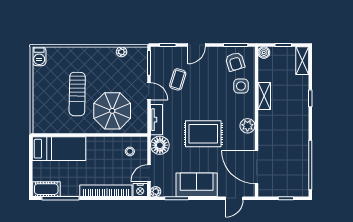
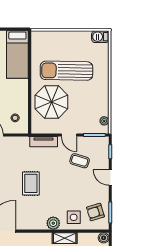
plant: (121, 52) -> (104, 121), moved
door: (149, 91) -> (69, 135), hinge flipped
sun lounger: (77, 94) -> (66, 71), width x1.36, depth x1.34
plant: (247, 126) -> (53, 223), moved
rug: (203, 134) -> (31, 183), width x0.73, depth x0.70
floor lamp: (160, 145) -> (21, 145), removed

